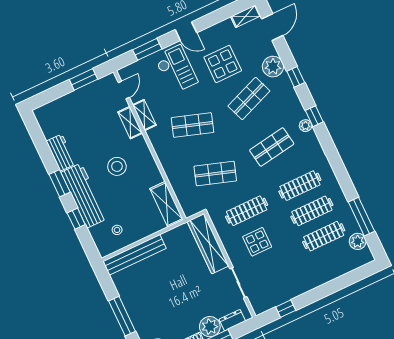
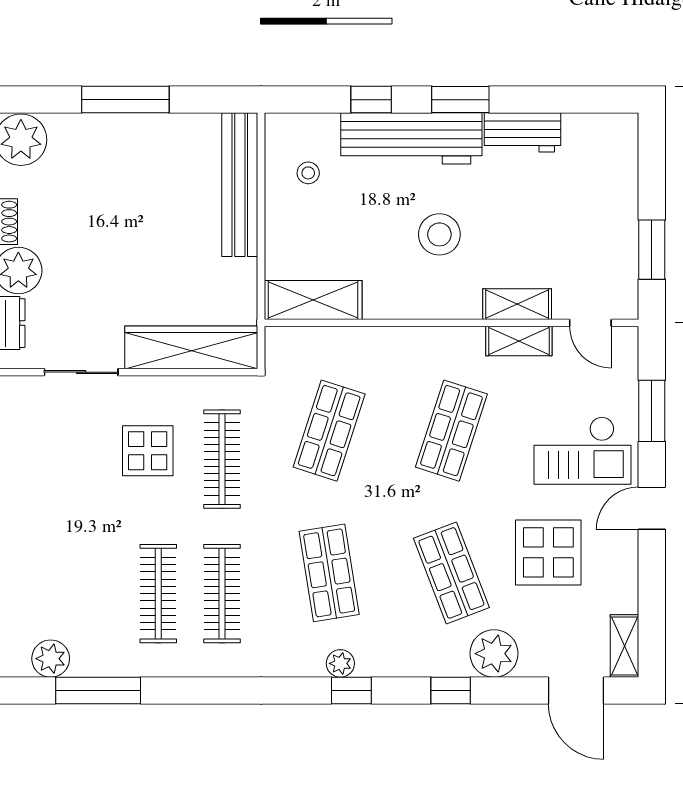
clothes rail: (324, 236) -> (95, 594), removed

